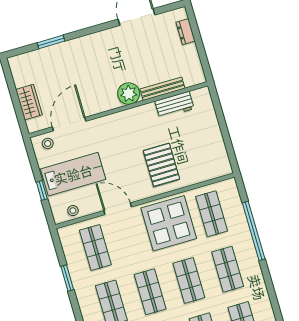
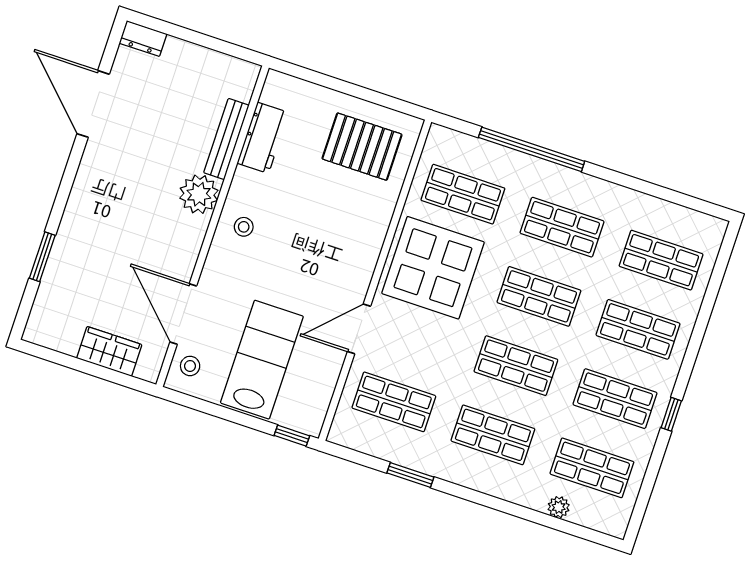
dresser: (186, 32) -> (143, 39), moved
pallet: (161, 165) -> (362, 147), moved
window: (42, 190) -> (292, 436), moved
stool: (73, 211) -> (244, 227), moved

